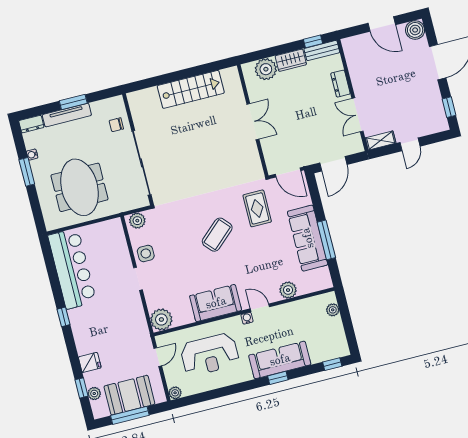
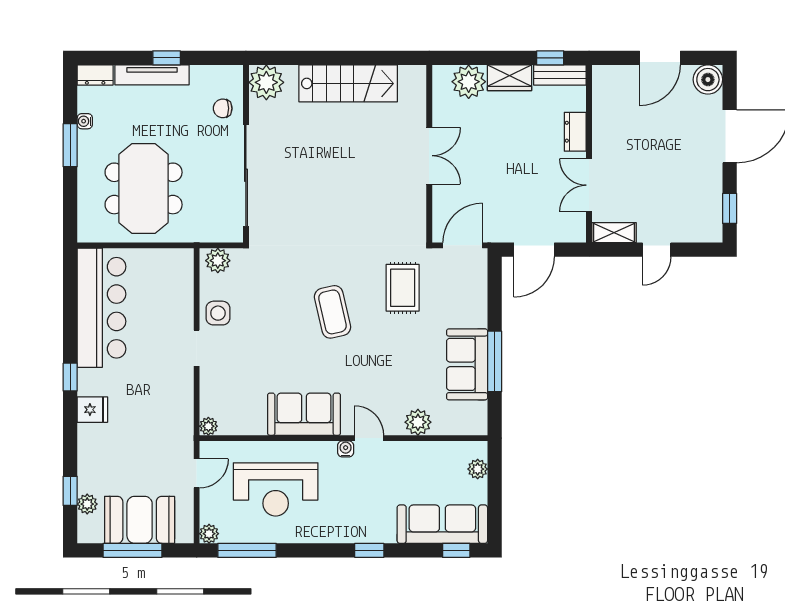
door: (382, 24) -> (660, 58), hinge flipped
window: (73, 102) -> (167, 58), width x0.67
plant: (139, 102) -> (266, 82), added
door: (288, 172) -> (463, 245), swing flipped
coffee table: (217, 235) -> (332, 312), turned -61
sofa: (308, 238) -> (467, 364), width x0.73
plant: (161, 320) -> (208, 426), width x0.53, depth x0.53
sofa: (280, 360) -> (442, 524), moved
fridge: (90, 362) -> (92, 410), moved
window: (201, 397) -> (247, 550), added

